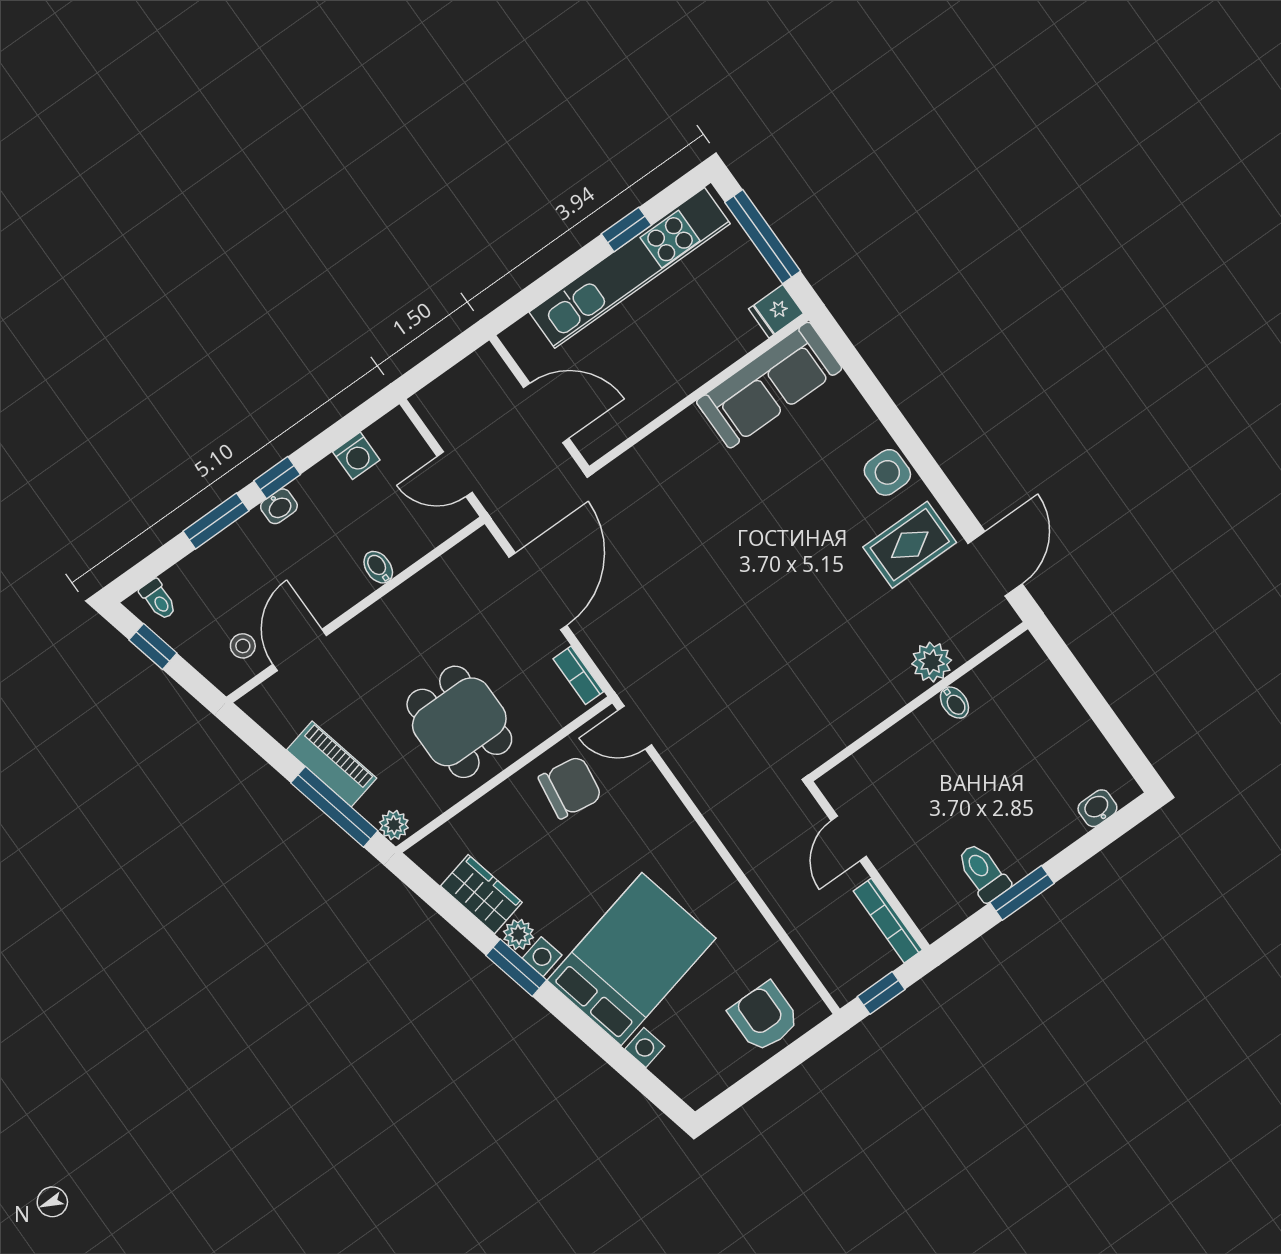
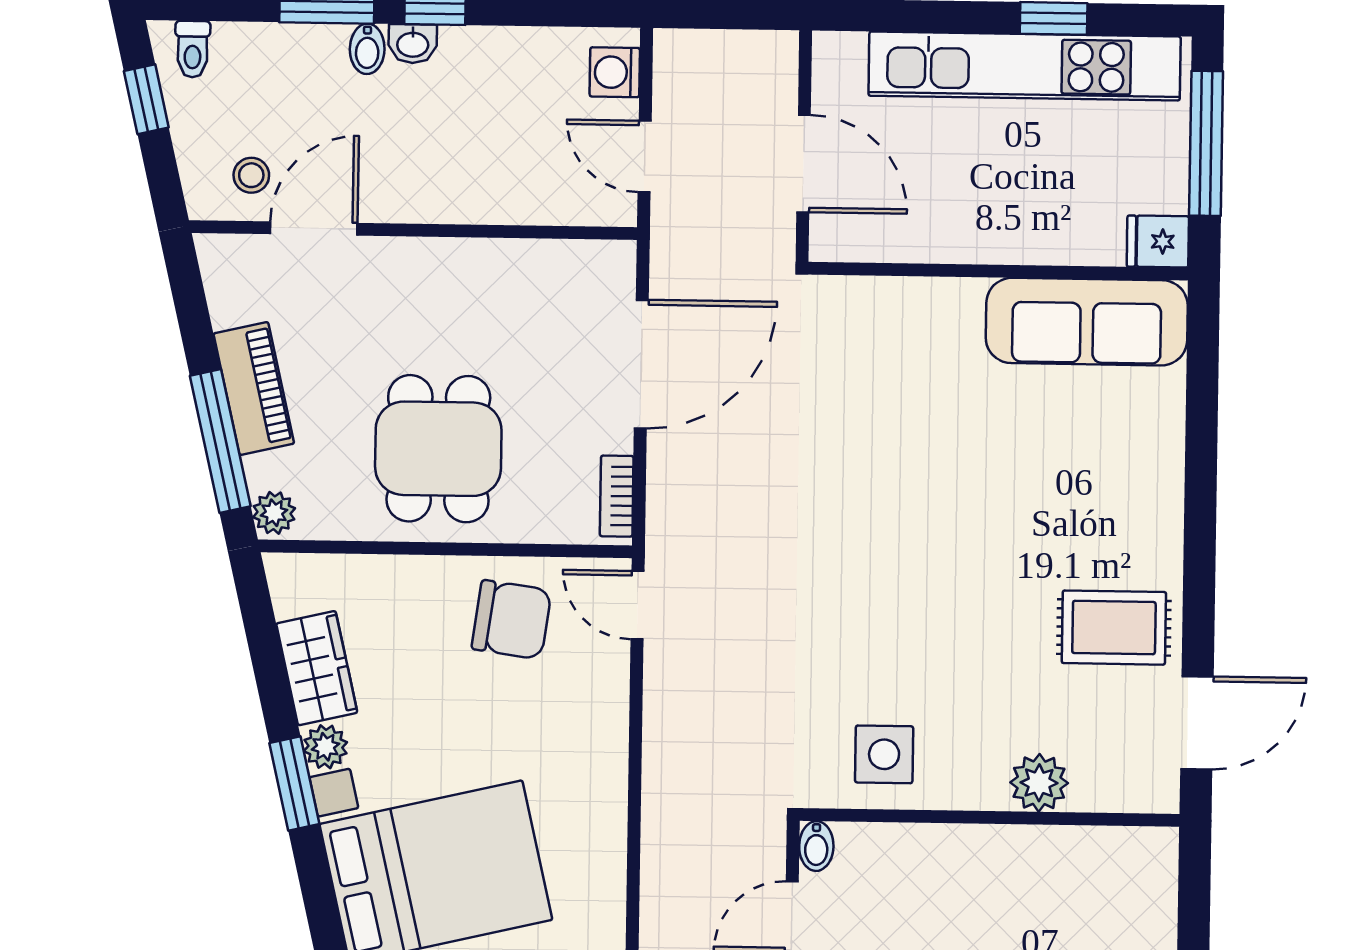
washing machine: (356, 456) -> (615, 72), moved, turned 90
side table: (887, 472) -> (884, 754), moved
bidet: (378, 567) -> (367, 49), moved, turned 180
bidet: (954, 703) -> (816, 846), moved

